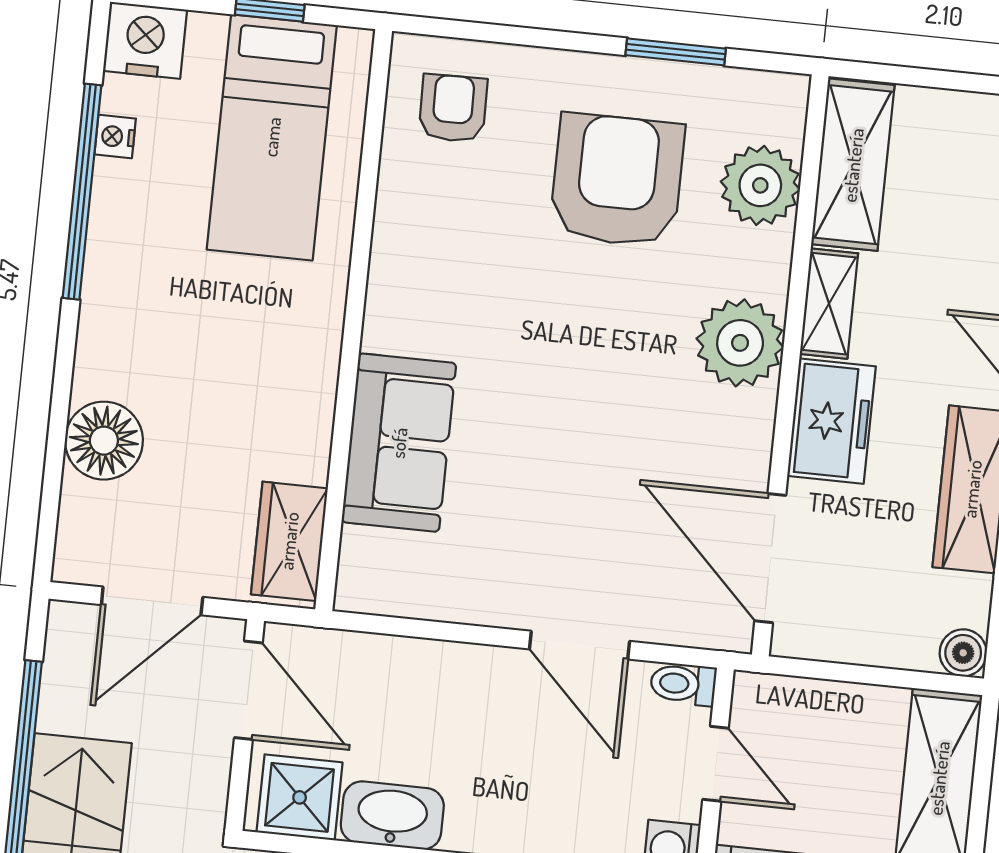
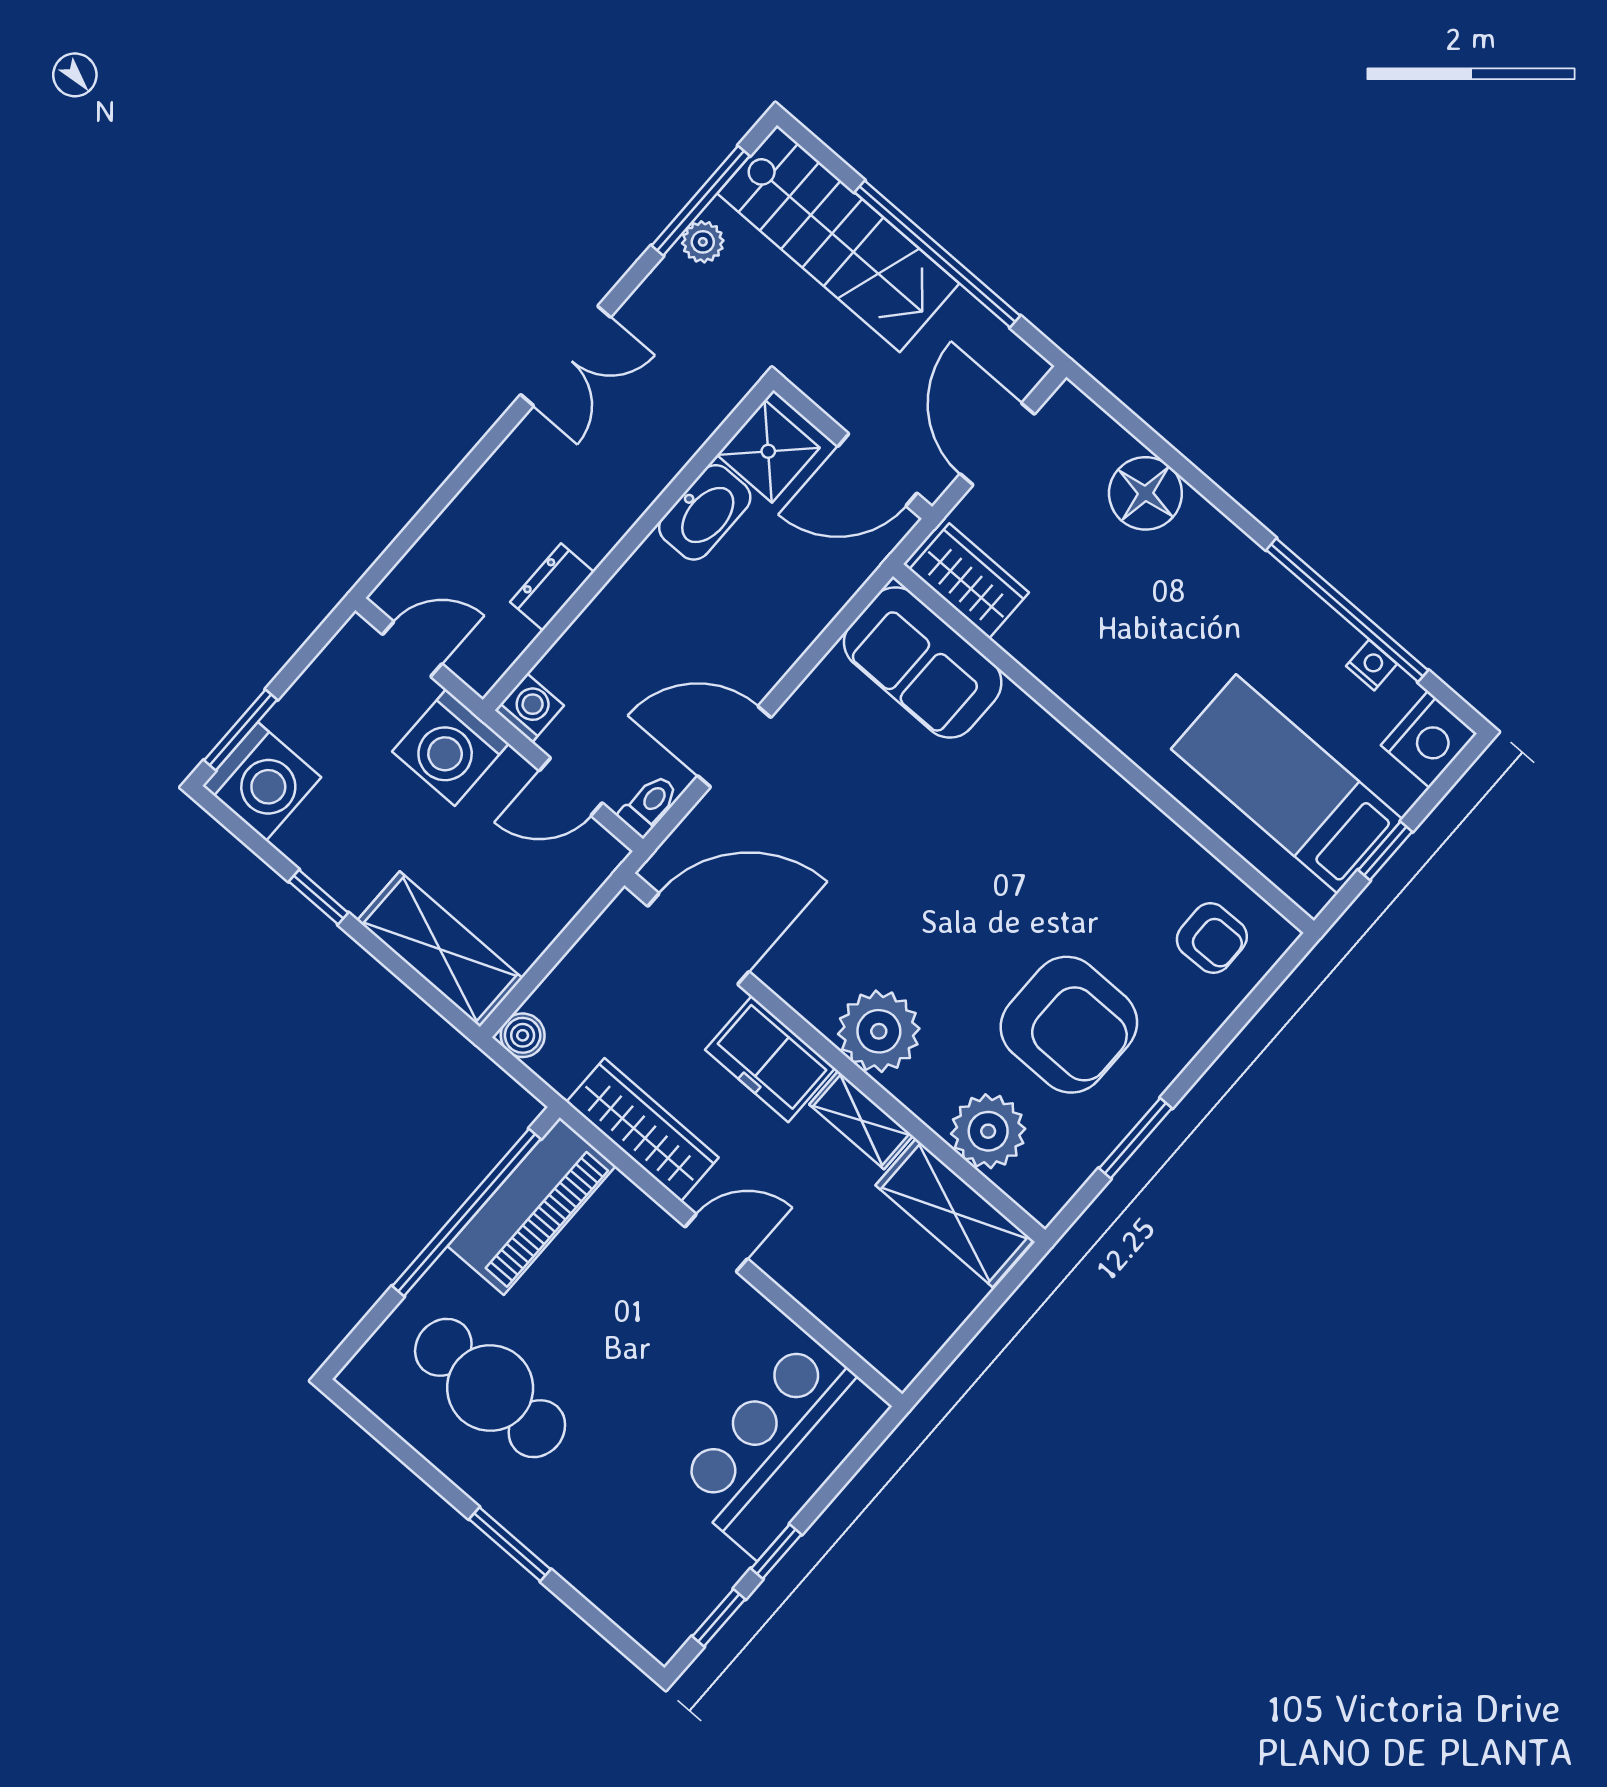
sofa: (399, 443) -> (923, 662), moved

